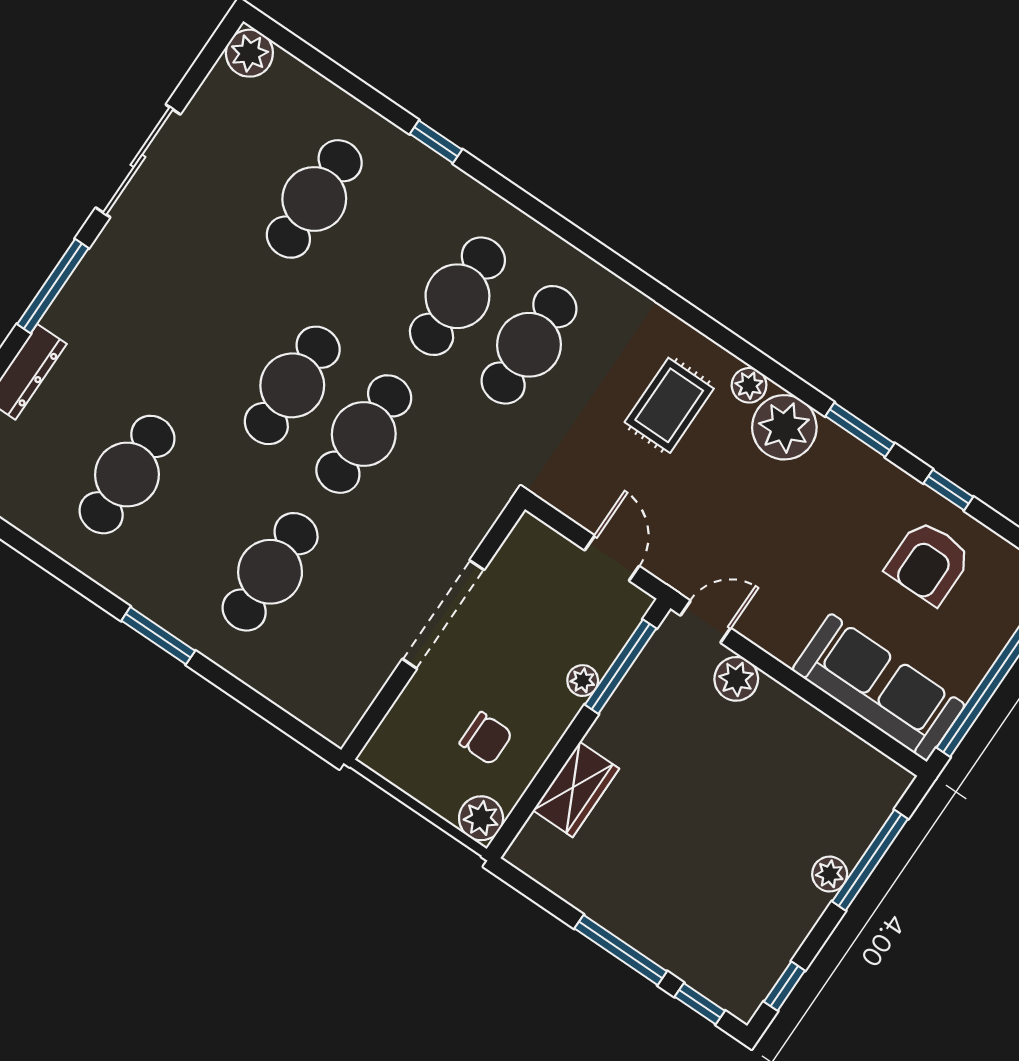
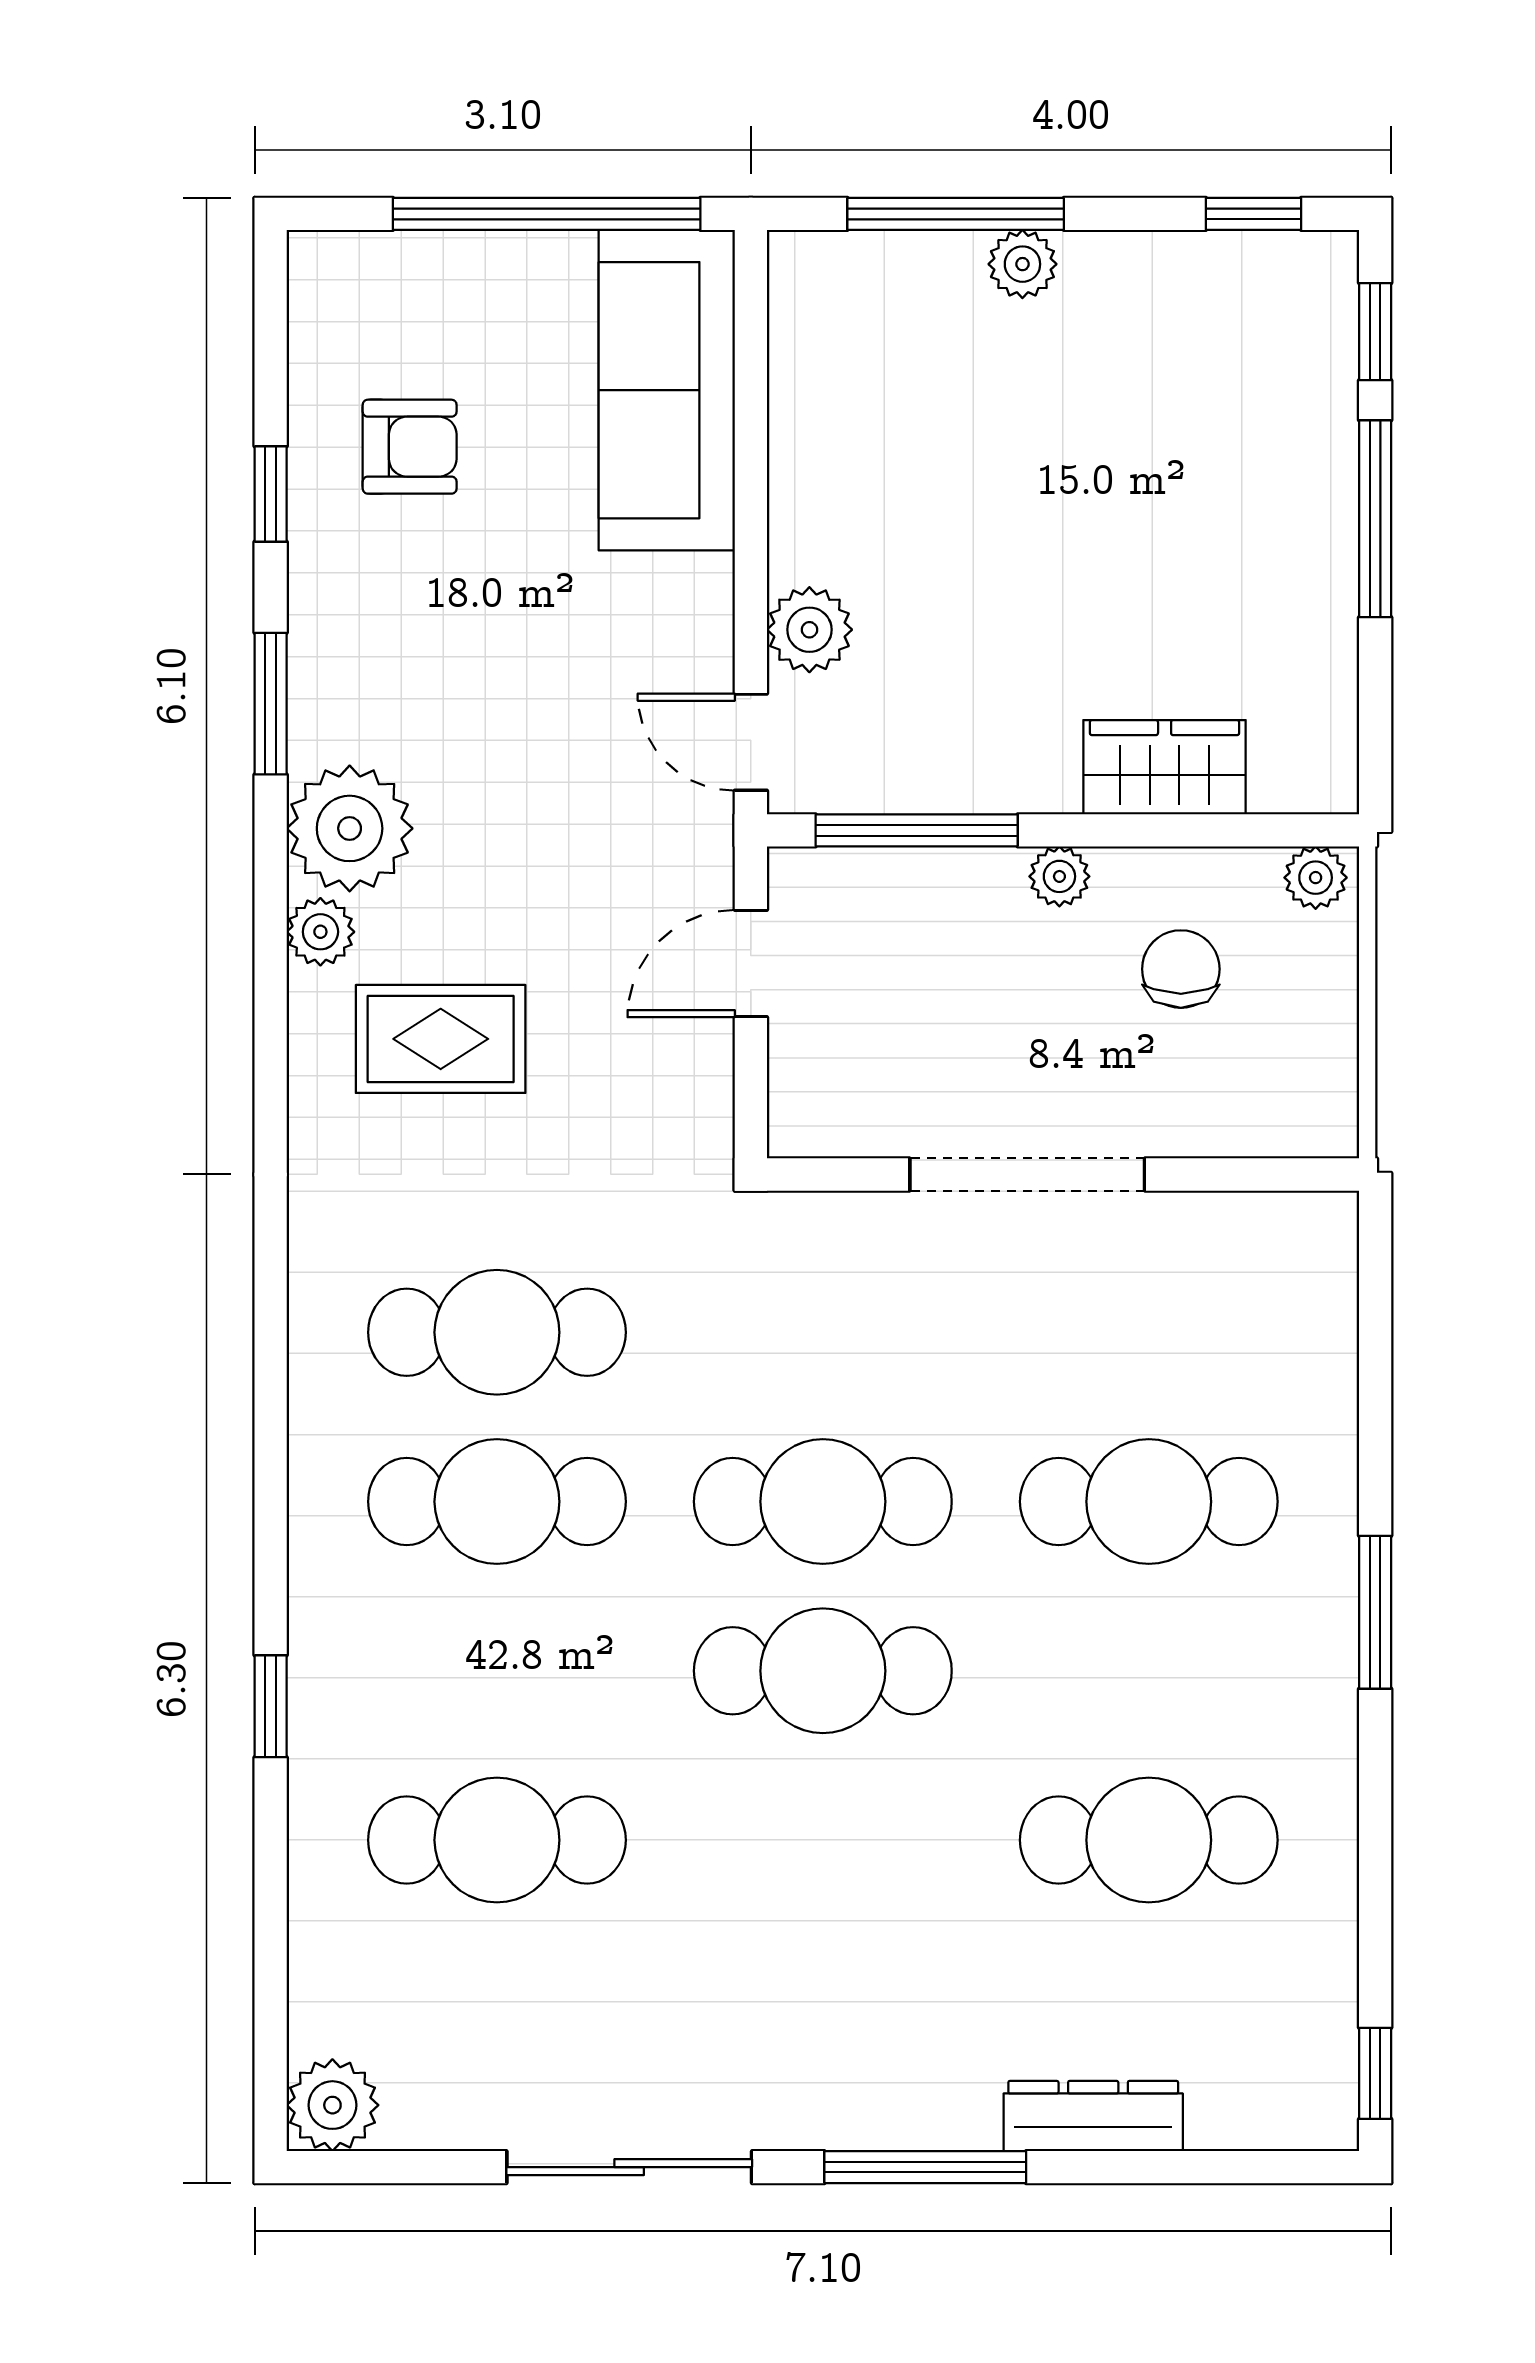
armchair: (929, 562) -> (410, 447), width x0.72, depth x0.72
plant: (583, 681) -> (1059, 876), moved
plant: (481, 818) -> (1316, 878), width x0.73, depth x0.73

